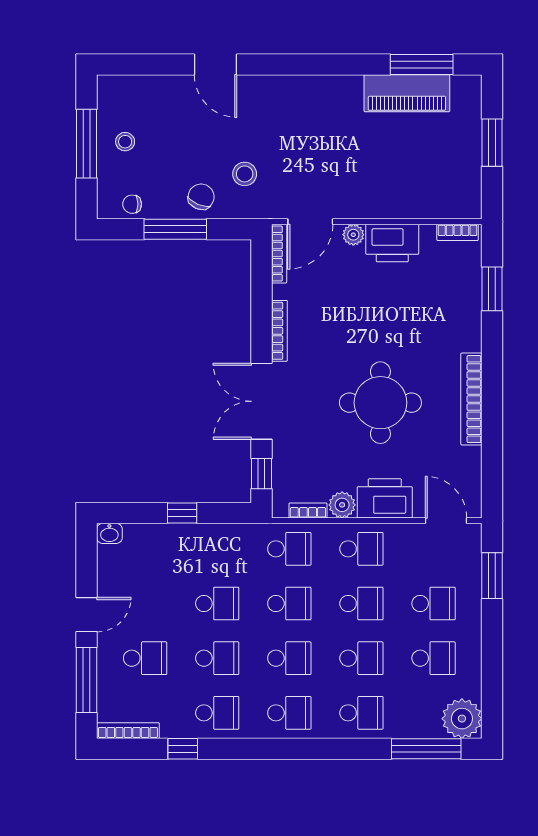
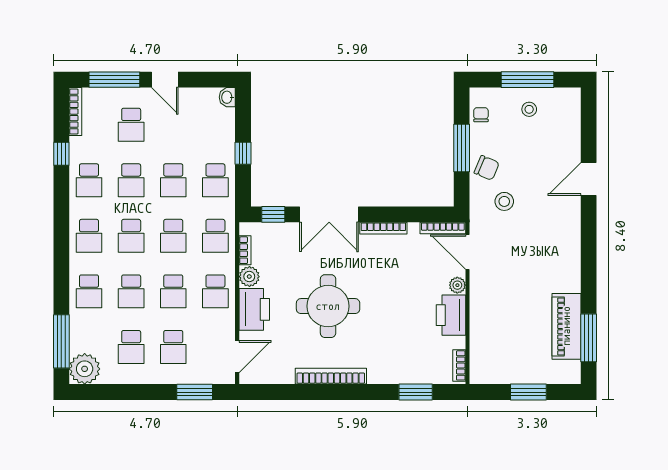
double door: (261, 401) -> (329, 214), swing flipped
school desk: (217, 549) -> (215, 180), added

